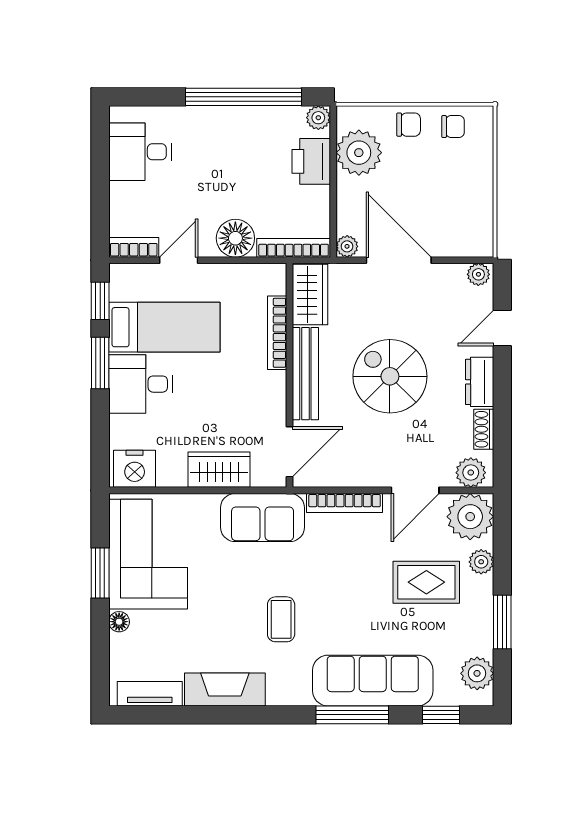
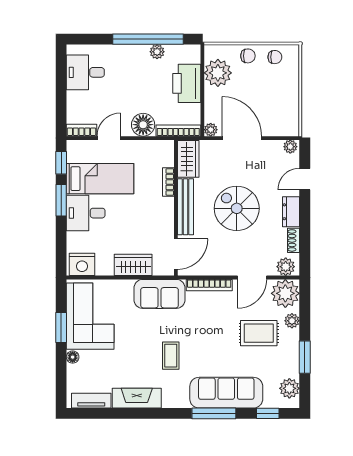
plant: (318, 118) -> (157, 52), moved
printer: (311, 161) -> (187, 83), width x1.37, depth x1.19
bookcase: (277, 333) -> (168, 182), width x0.64

